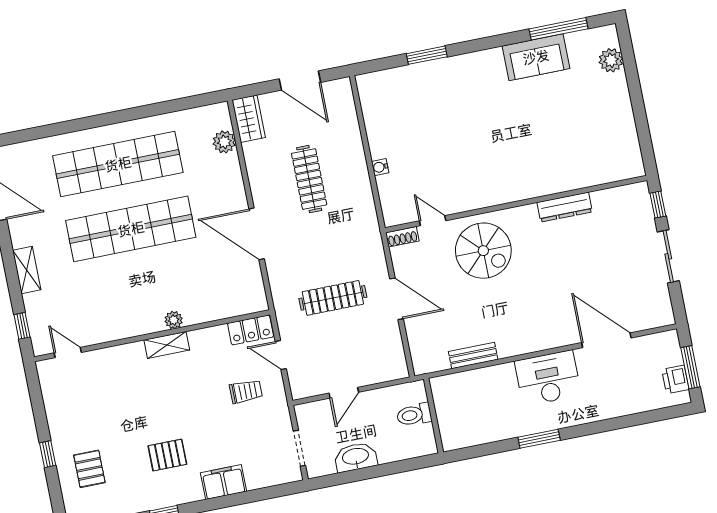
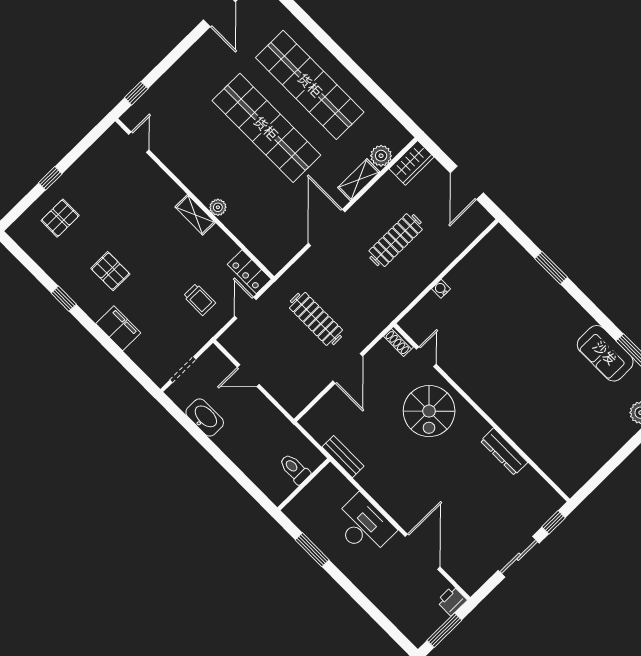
shelving: (27, 270) -> (359, 180), moved
printer: (675, 379) -> (452, 601), moved
toilet: (414, 415) -> (295, 469), moved
wall: (433, 416) -> (304, 484), moved

